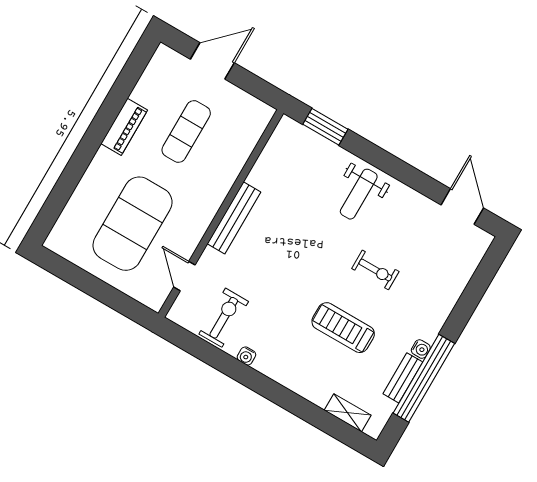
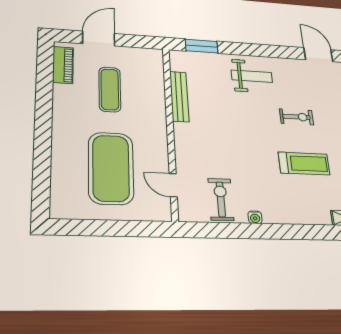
piano: (124, 127) -> (63, 65), moved
weight bench: (359, 194) -> (252, 76), turned -90
bench: (234, 218) -> (179, 96), moved
treadmill: (343, 328) -> (304, 163), turned 180

